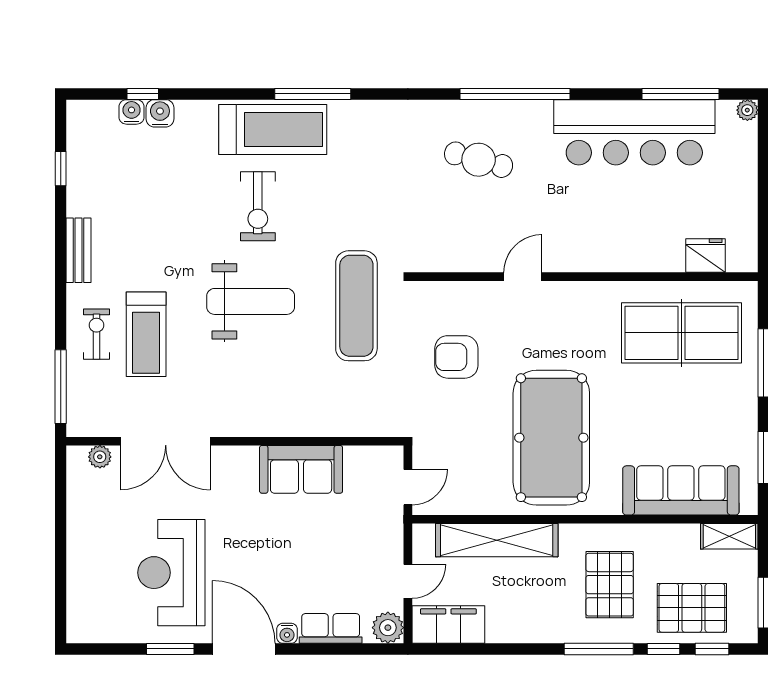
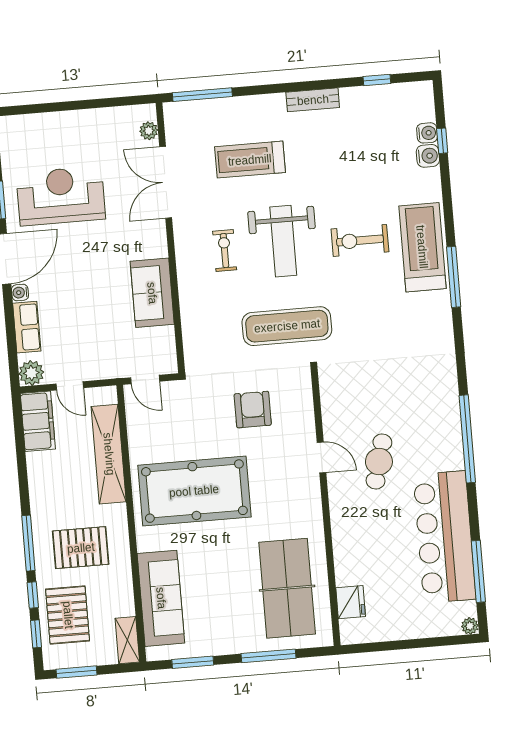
treadmill: (273, 130) -> (422, 247), turned 180
cafe table: (479, 160) -> (379, 461), moved
exercise bike: (96, 334) -> (225, 251), moved, turned -90

